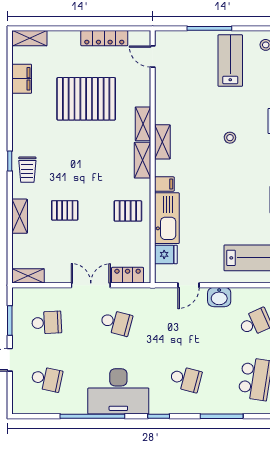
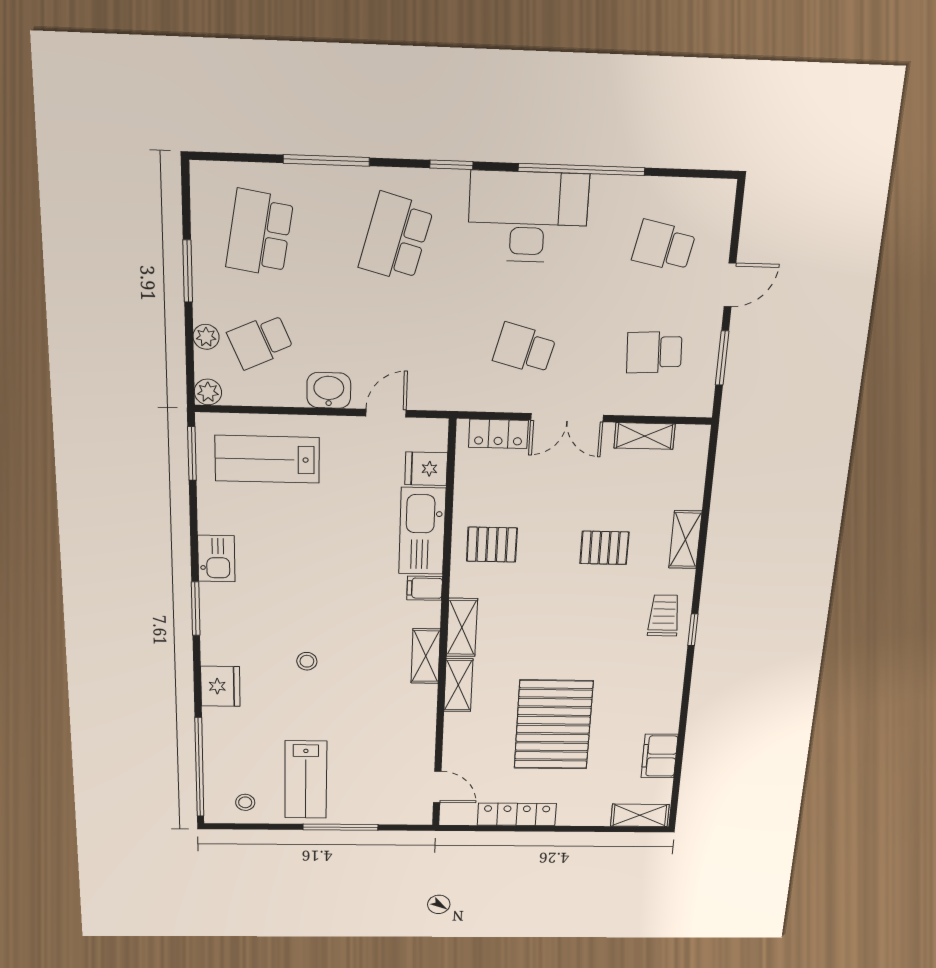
pallet: (86, 99) -> (553, 725), turned 90
shelving: (28, 276) -> (645, 436), moved
school desk: (186, 379) -> (396, 237), width x1.85

